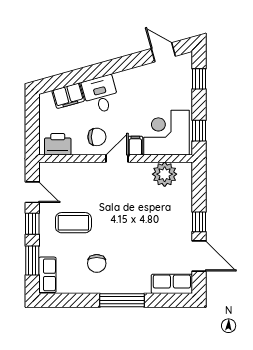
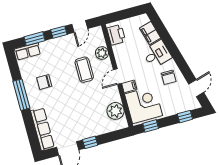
chair: (97, 137) -> (169, 77), moved
door: (117, 159) -> (117, 77), swing flipped
plant: (78, 171) -> (102, 53), added
coffee table: (73, 223) -> (84, 70), moved
row of seats: (172, 284) -> (42, 129), width x1.48
window: (122, 300) -> (21, 95), moved

